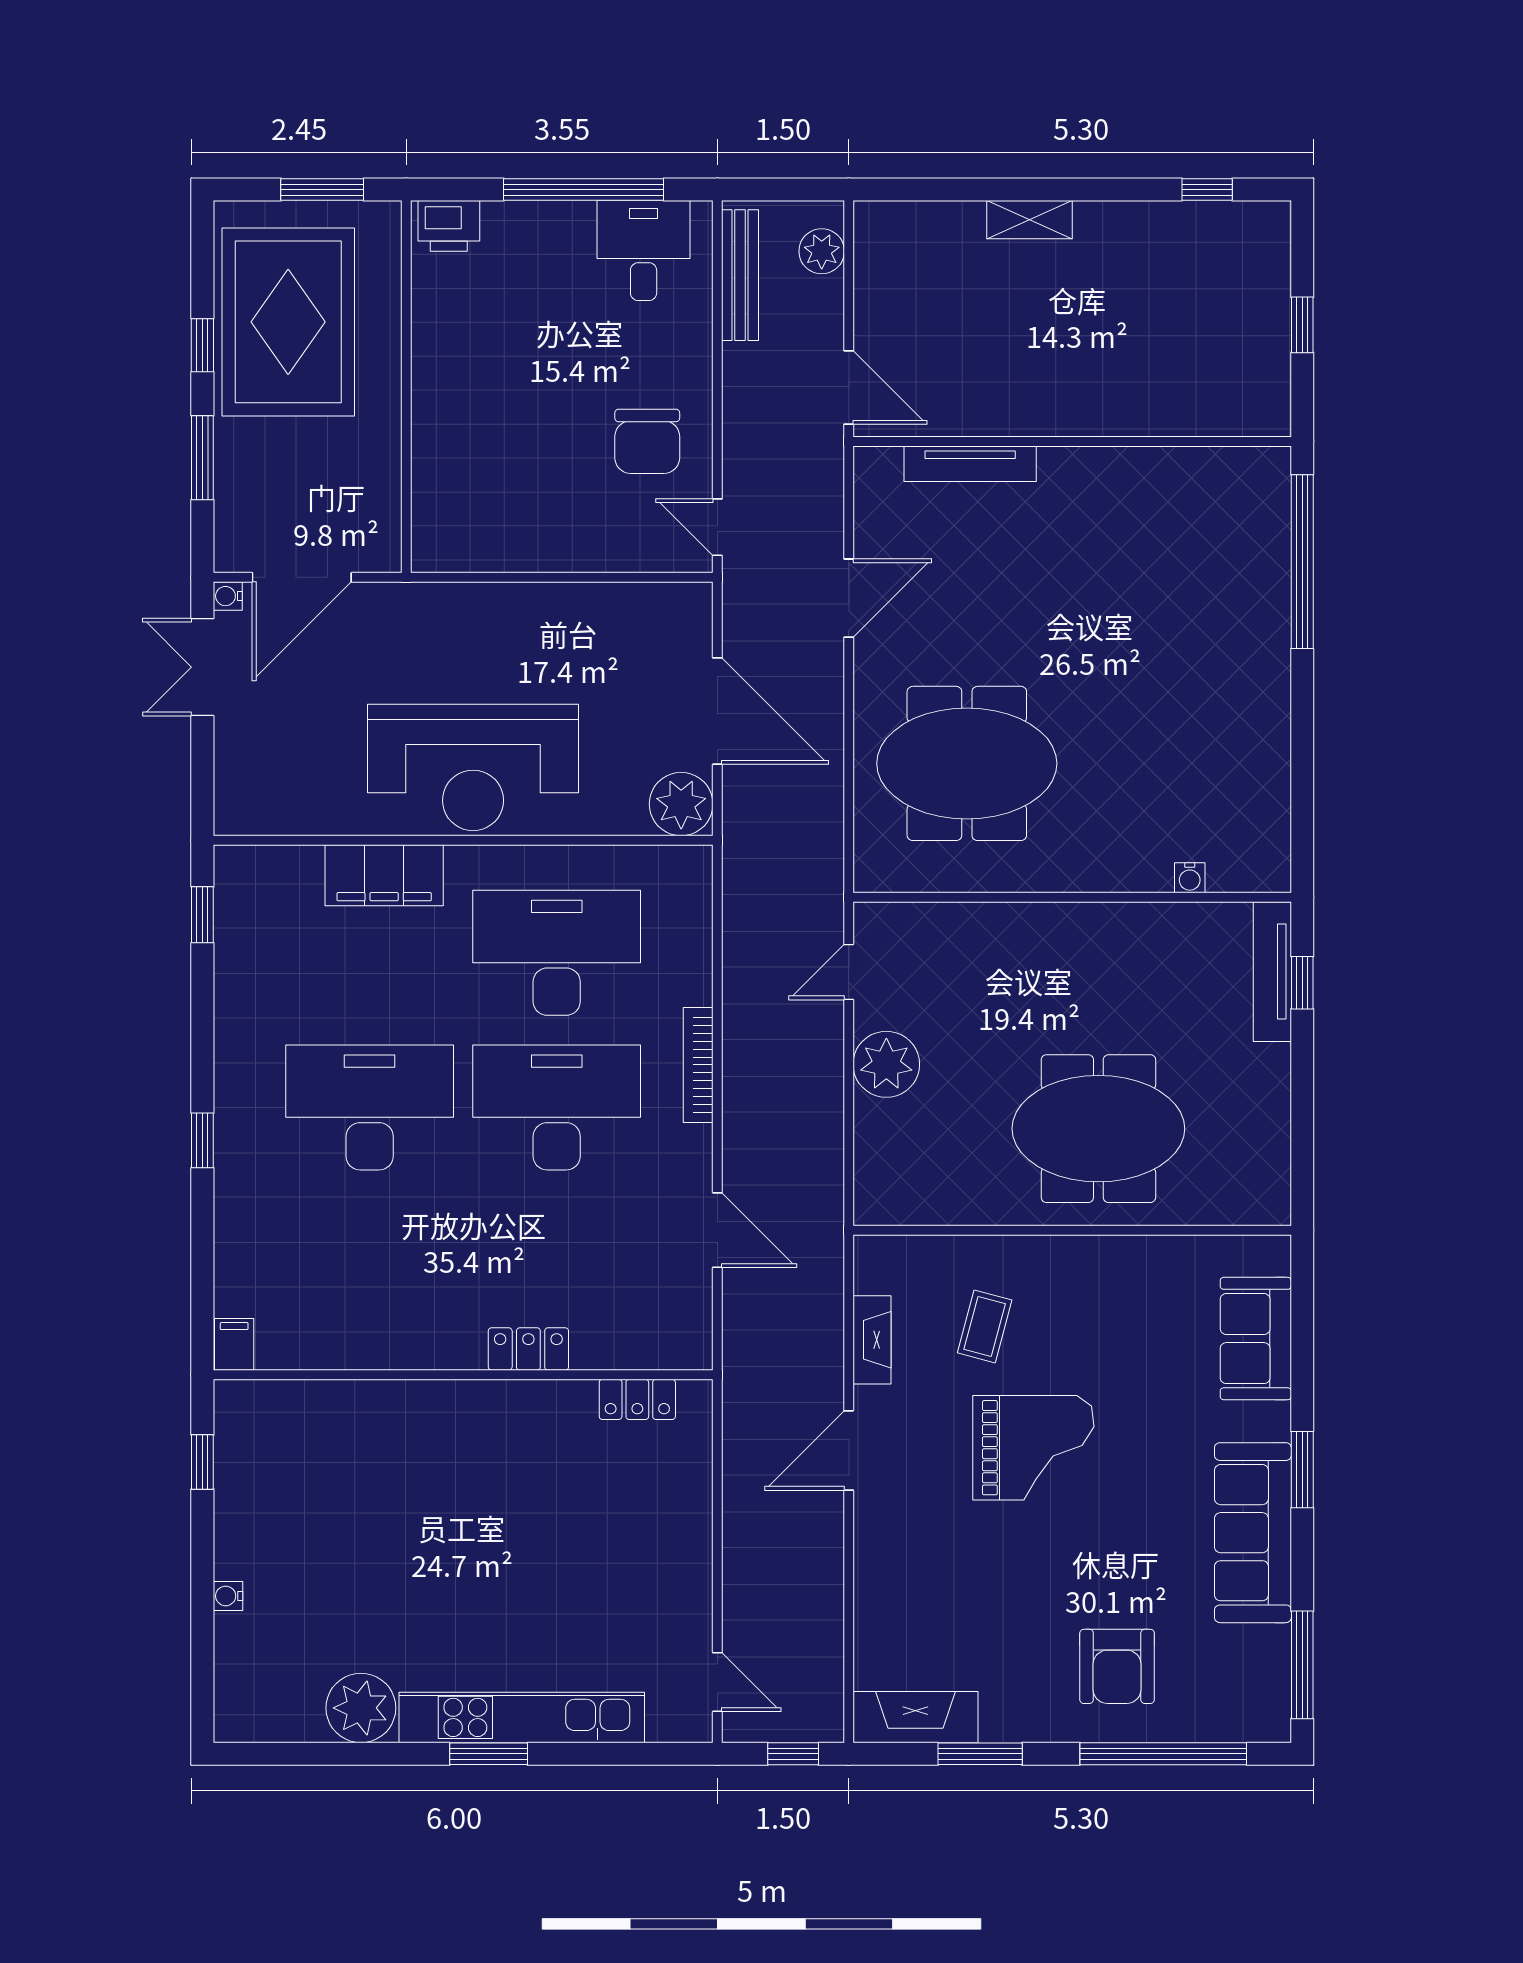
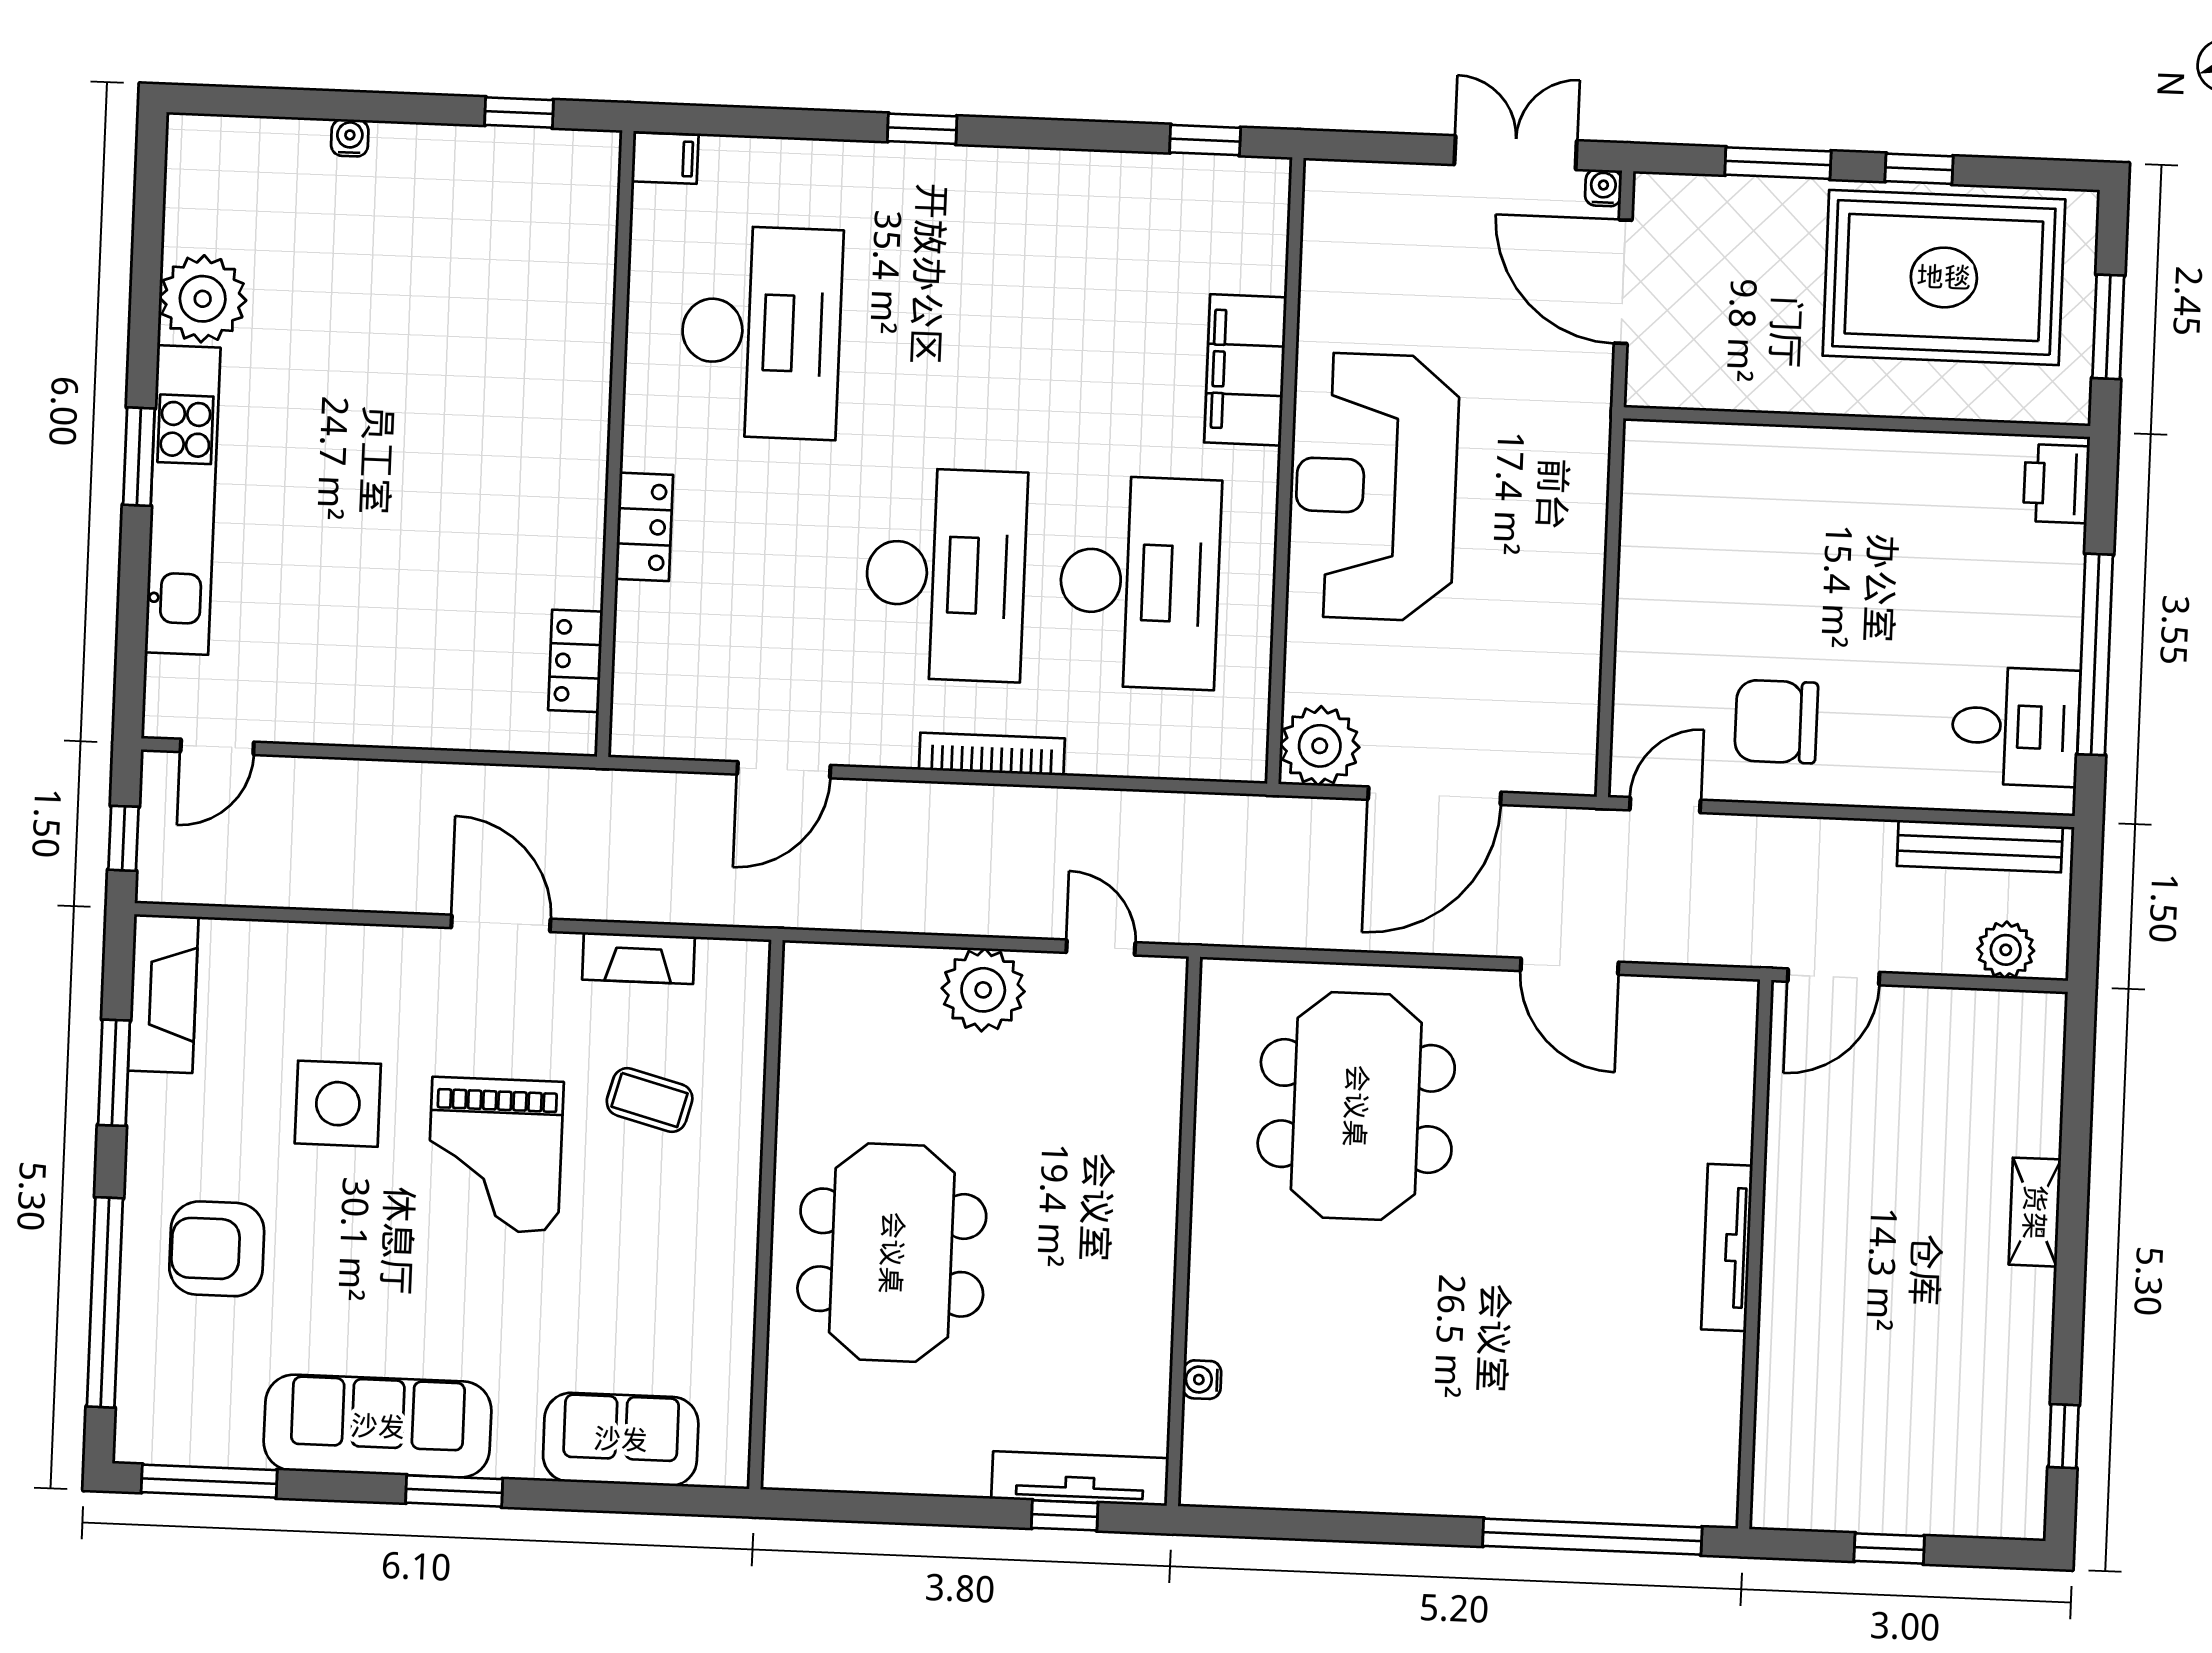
tv unit: (970, 464) -> (1727, 1247), moved
desk: (370, 1107) -> (761, 332), moved
side table: (998, 1575) -> (338, 1104), added

